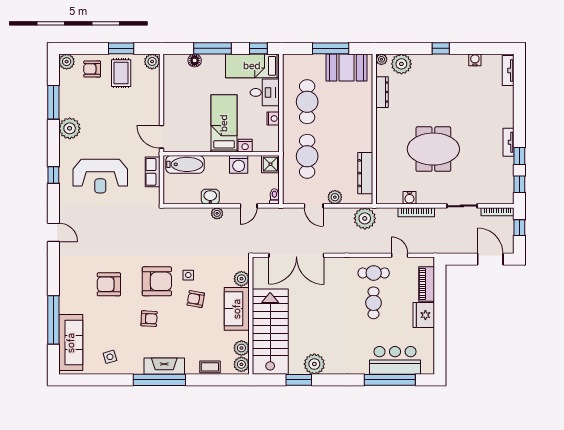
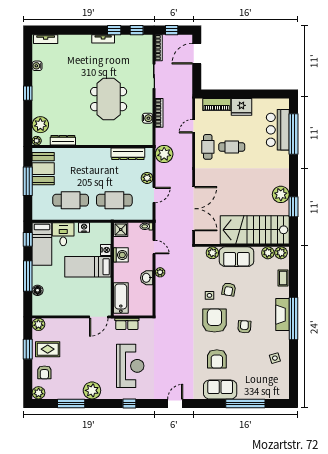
sofa: (71, 343) -> (220, 390), moved, width x0.73

